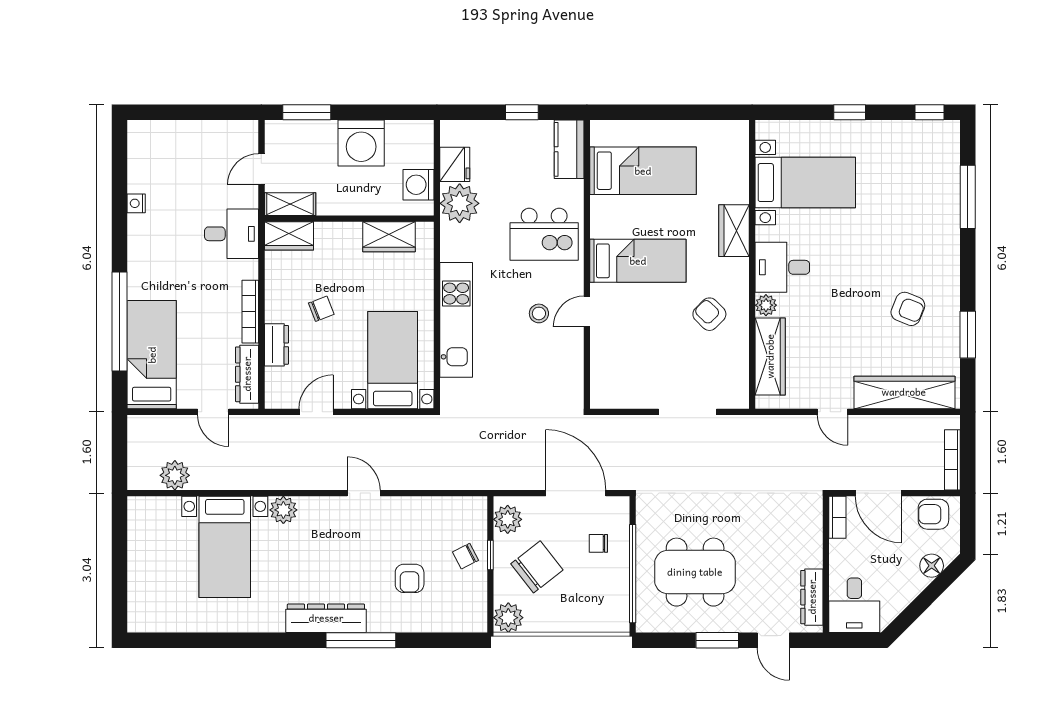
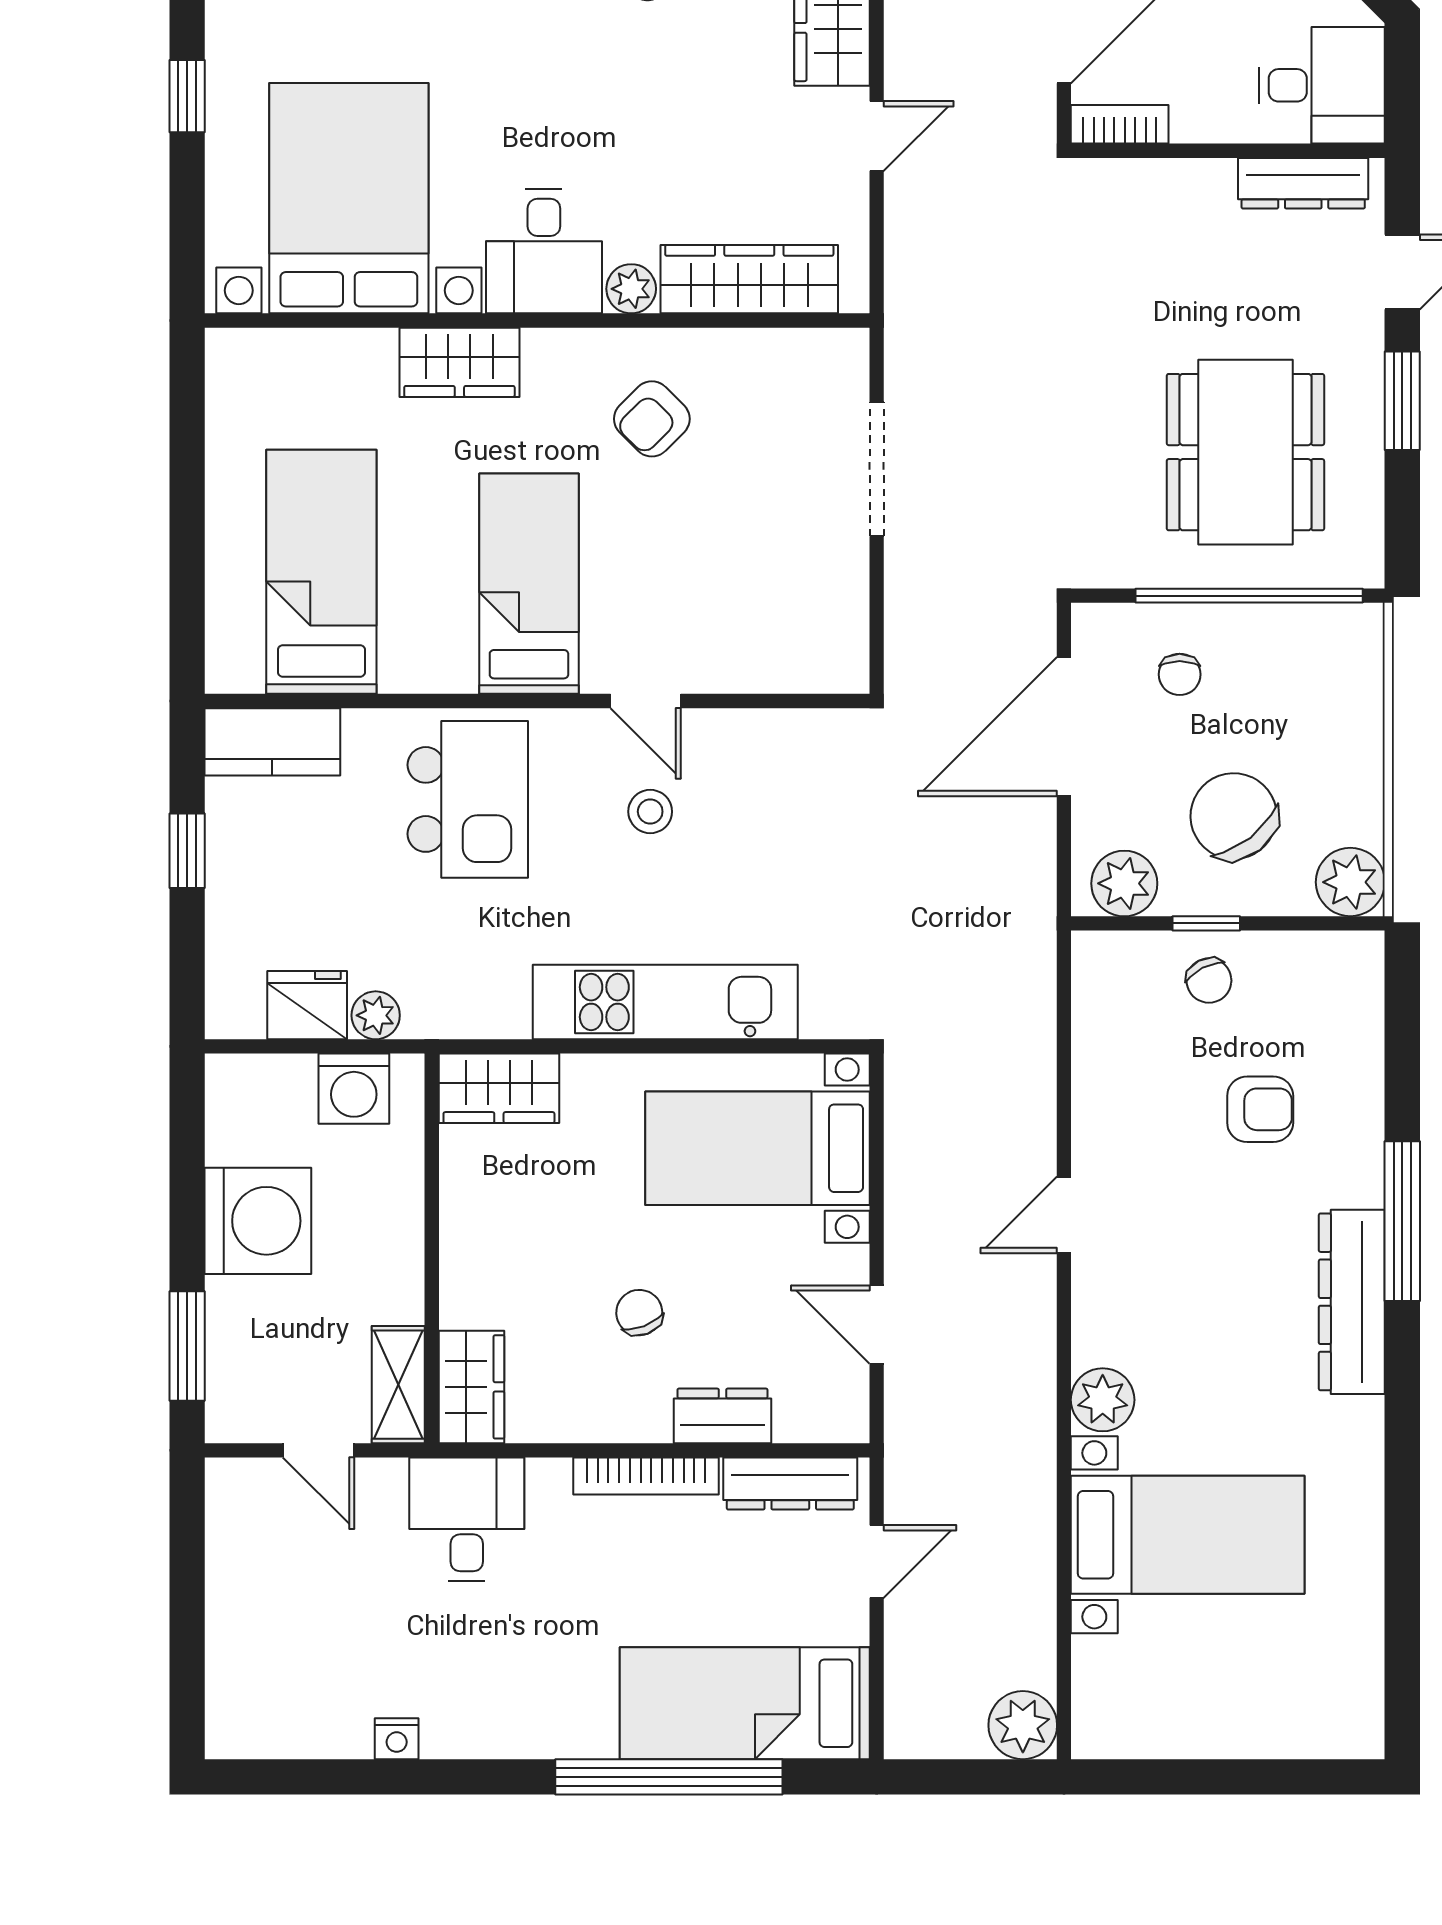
bed with nightstands: (805, 183) -> (349, 198), width x1.36
plant: (460, 203) -> (376, 1015), width x0.53, depth x0.53
wardrobe: (389, 237) -> (499, 1088), moved, turned 90
plant: (175, 475) -> (1023, 1725), moved

